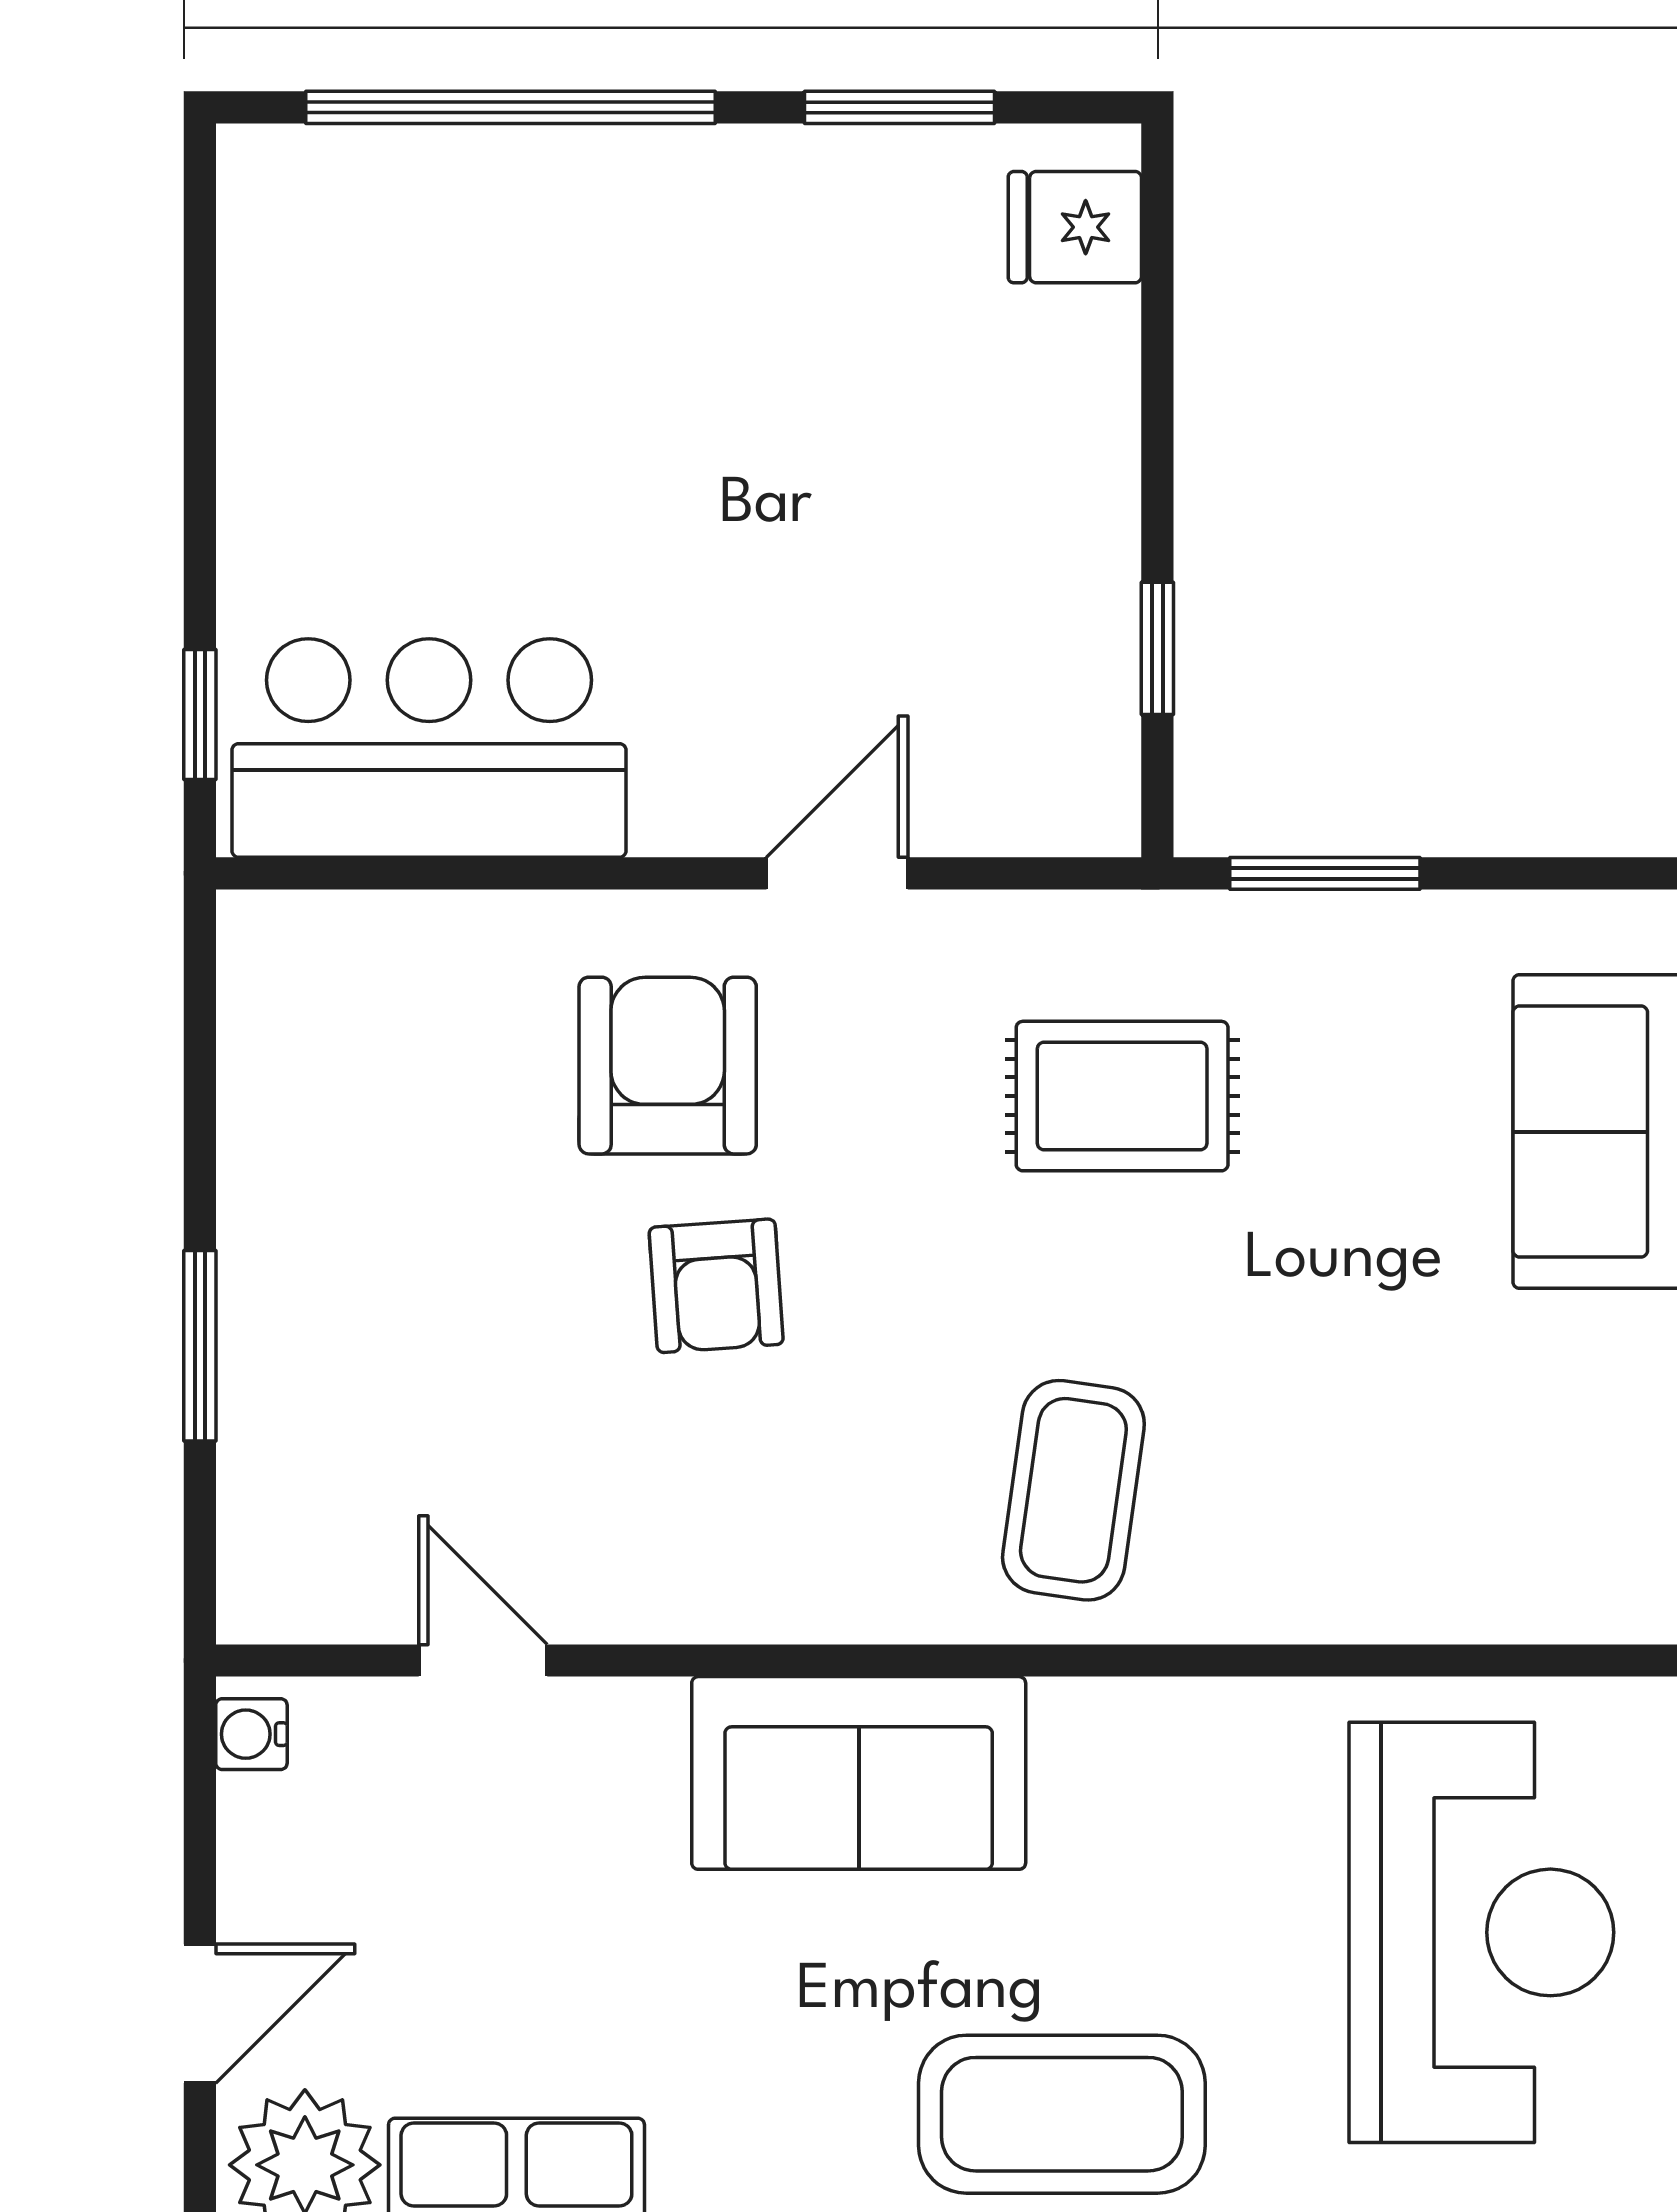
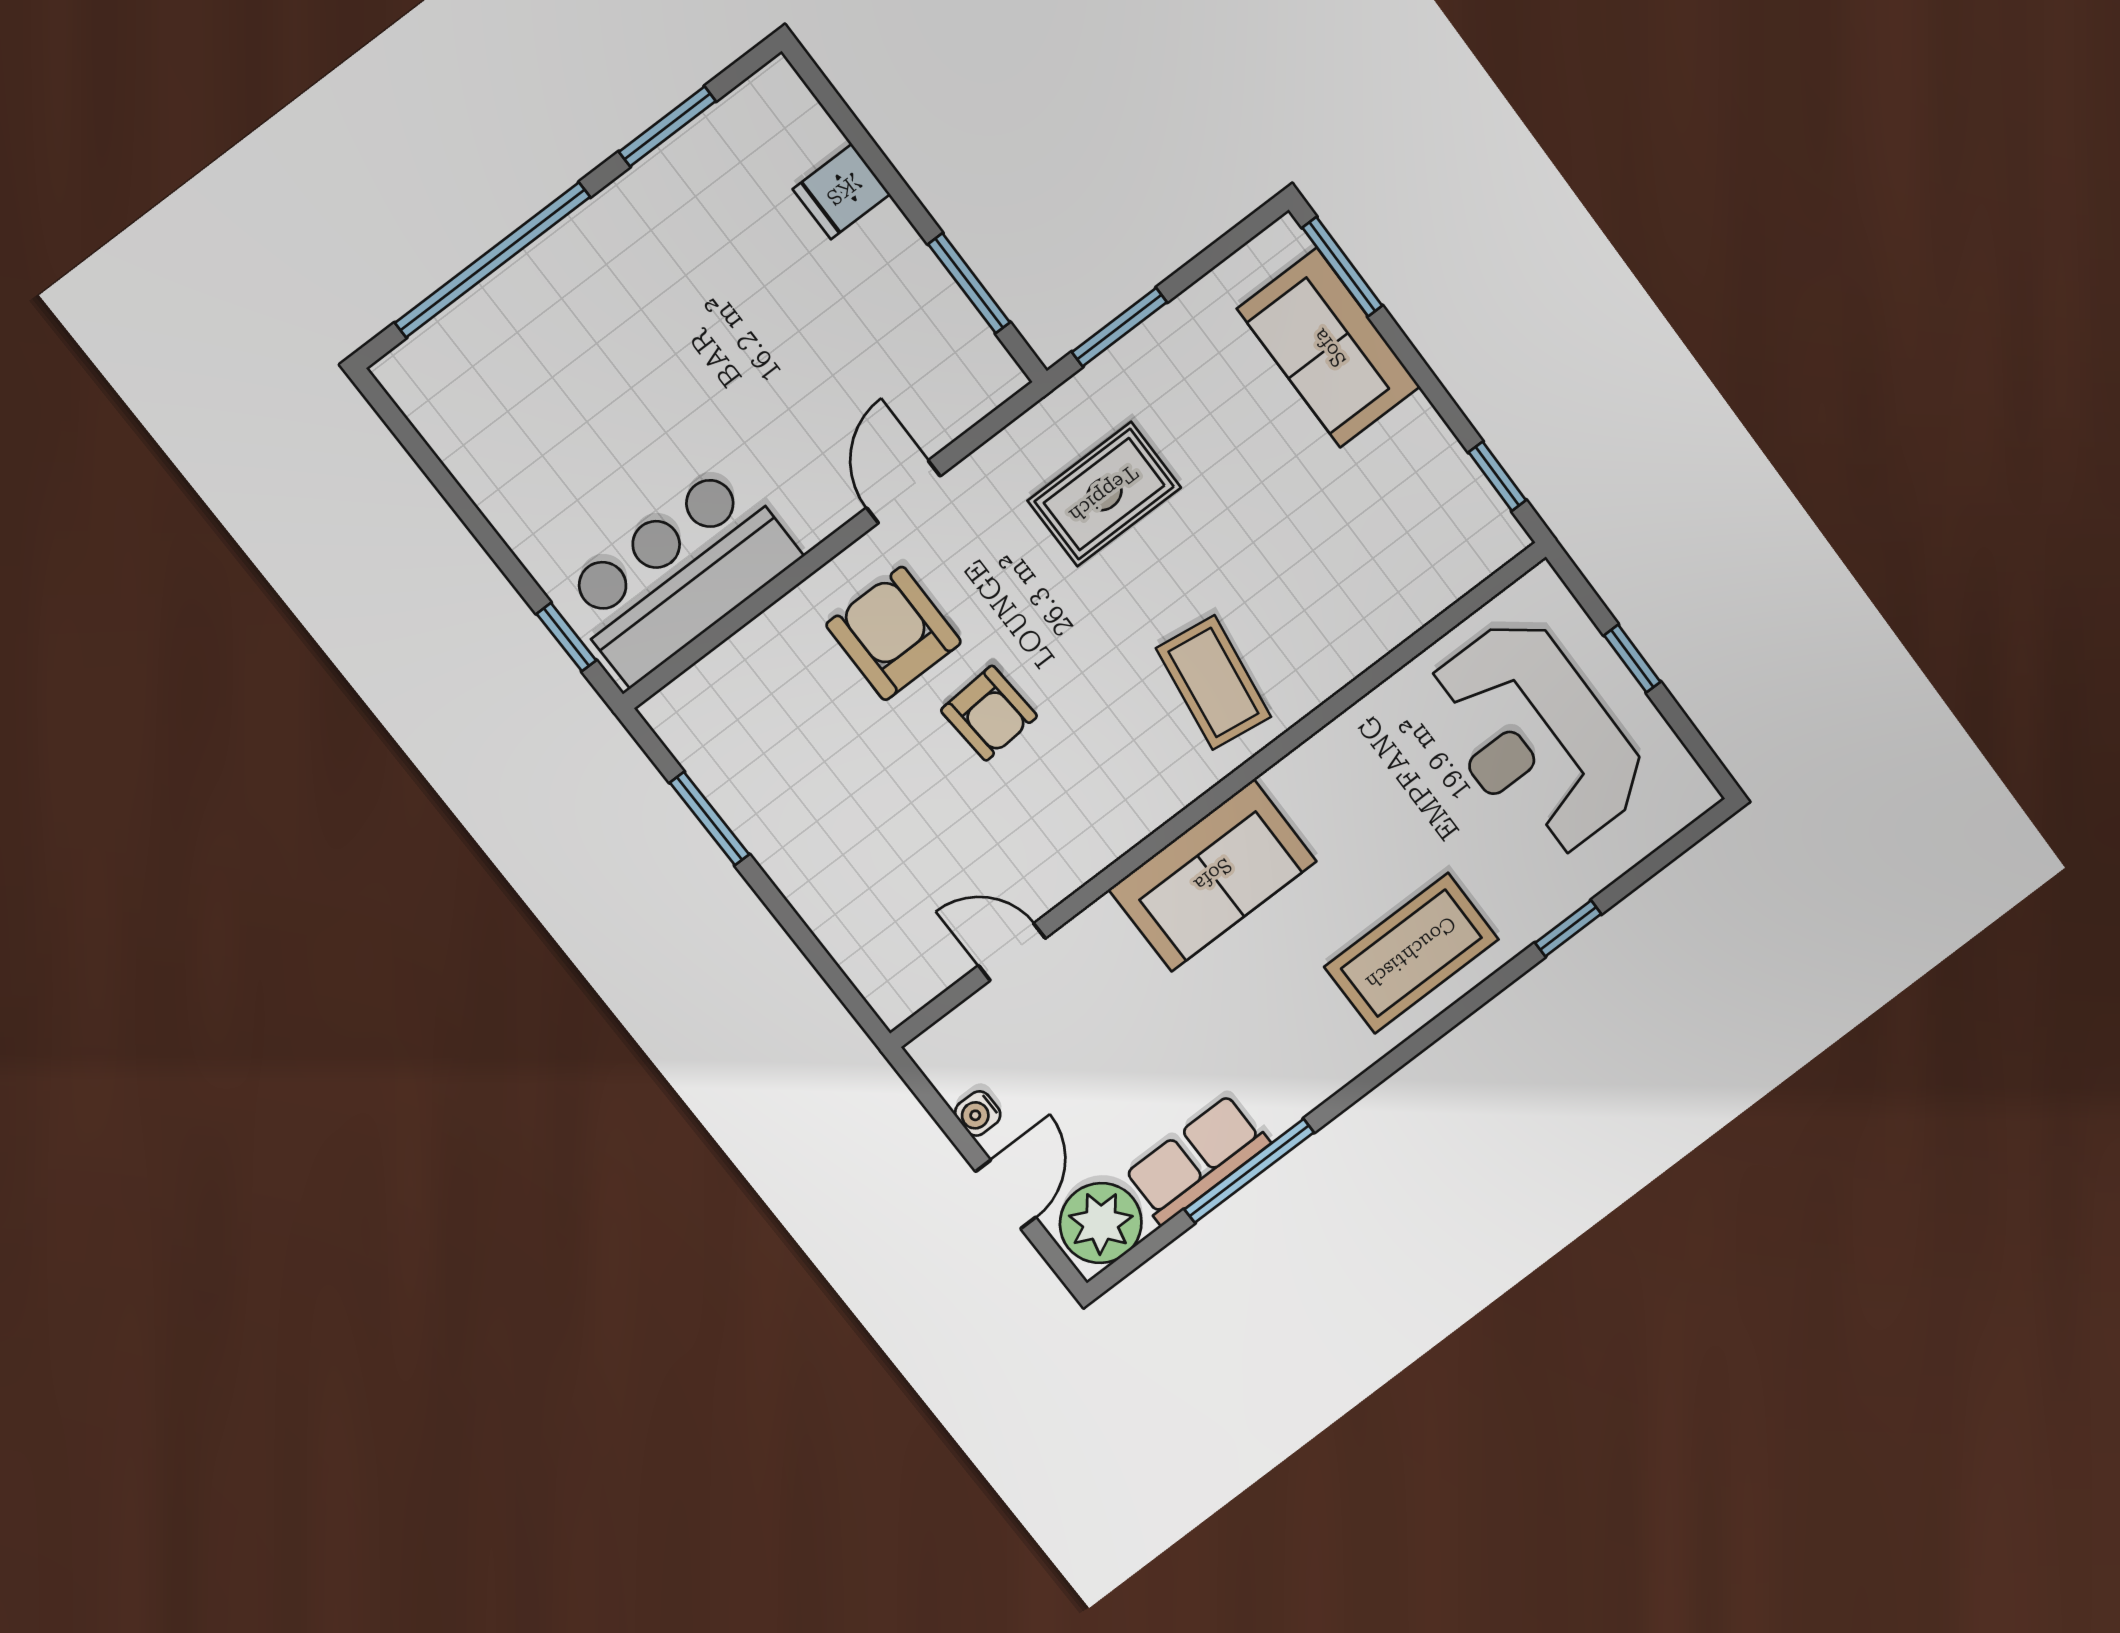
fridge: (1075, 227) -> (841, 192), moved
window: (1157, 648) -> (969, 283), width x1.50
window: (200, 1346) -> (710, 819), moved
water cooler: (251, 1734) -> (978, 1113), moved
reception desk: (1481, 1932) -> (1535, 738), turned 180

